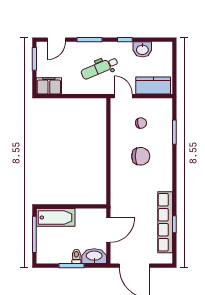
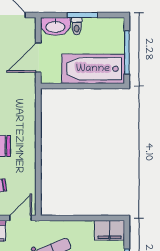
door: (123, 96) -> (21, 218), swing flipped
bathtub: (56, 217) -> (93, 69), width x1.36, depth x1.36

